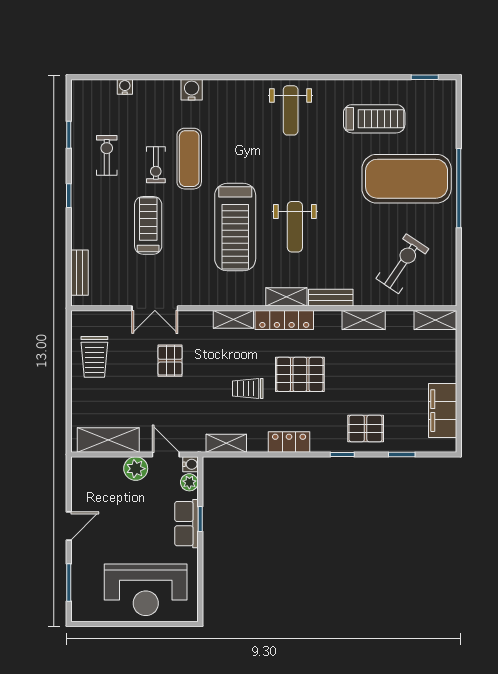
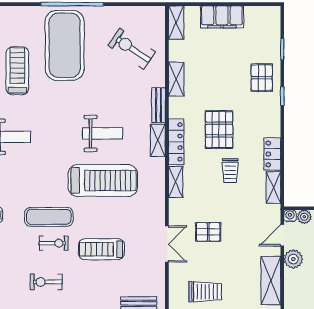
filing cabinet: (443, 411) -> (222, 17), moved
locker: (289, 442) -> (272, 154), moved

